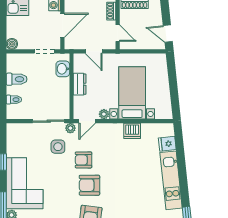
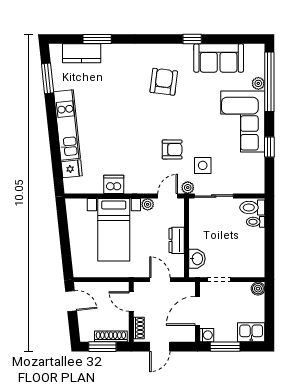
toilet: (17, 79) -> (252, 207), moved
armchair: (89, 185) -> (165, 119), removed

